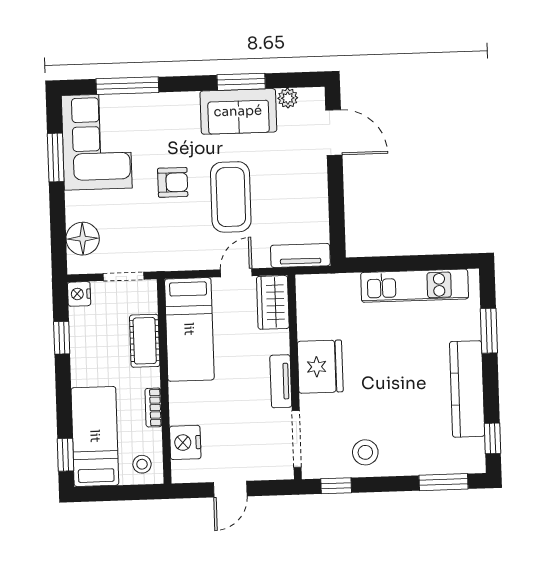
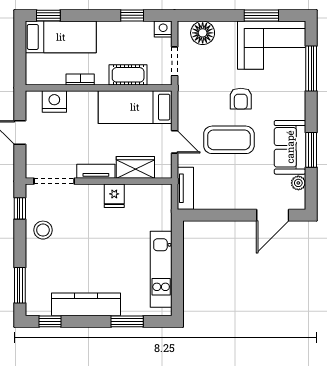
wardrobe: (273, 302) -> (135, 167), moved
fridge: (320, 367) -> (114, 196), width x0.53, depth x0.75
stool: (142, 464) -> (40, 70), removed

